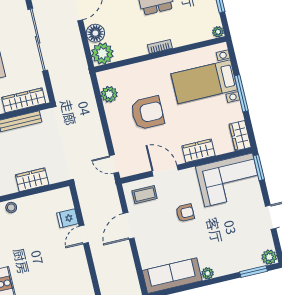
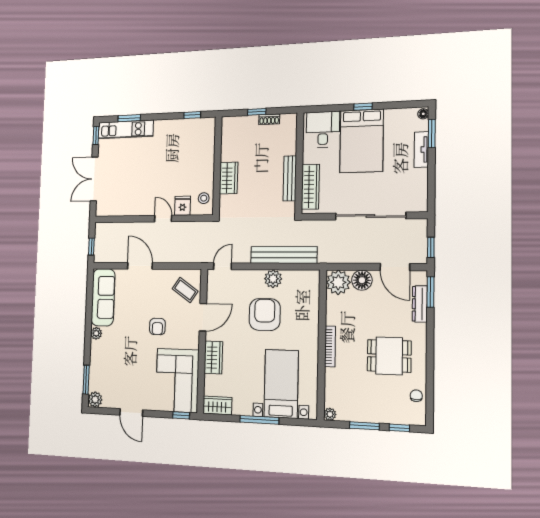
bookcase: (160, 47) -> (330, 346), width x1.56
plant: (109, 94) -> (273, 279), moved
bench: (90, 109) -> (284, 255), added
armchair: (147, 113) -> (265, 314), turned 180
window: (259, 168) -> (181, 415), width x0.67
coffee table: (145, 195) -> (185, 290), turned -55
stool: (11, 207) -> (204, 198), moved
door: (129, 226) -> (140, 266), moved

